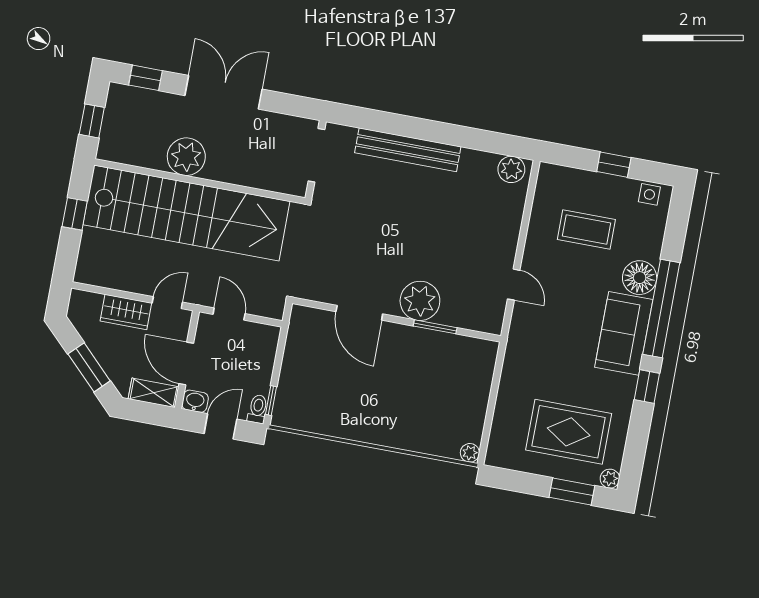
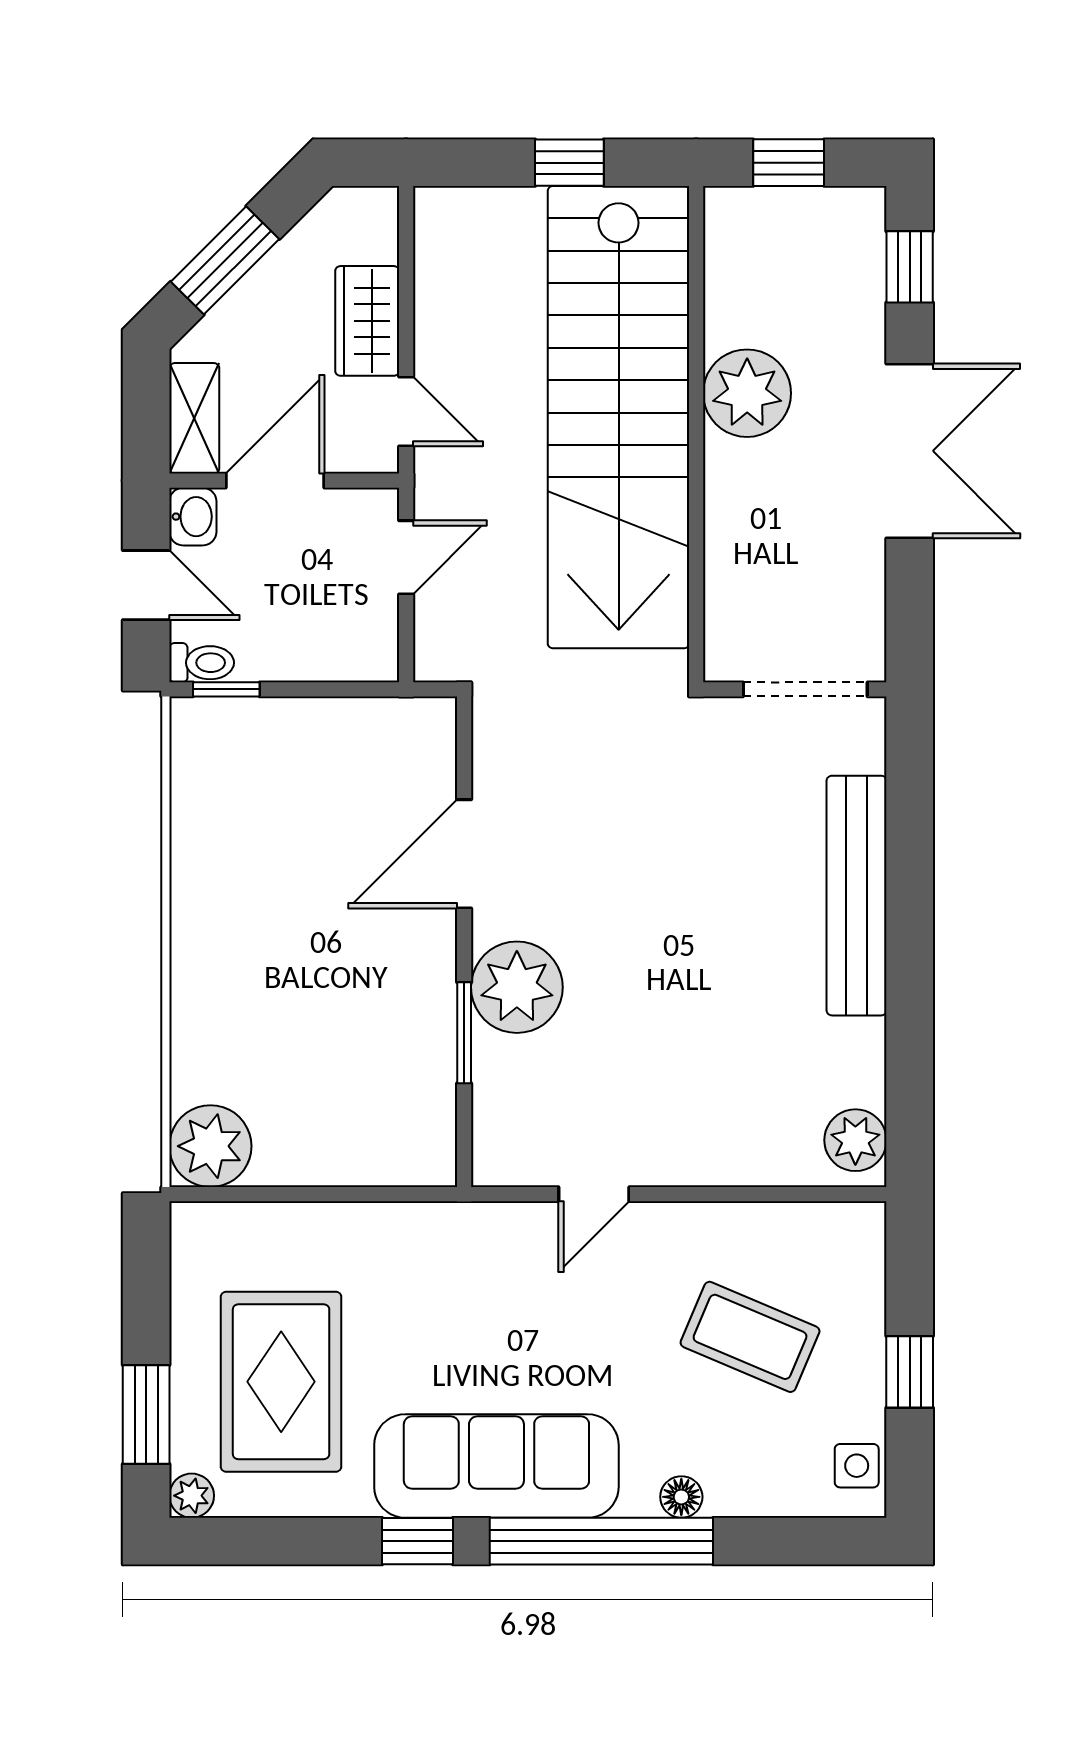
coffee table: (586, 230) -> (750, 1337), turned -67
floor lamp: (640, 278) -> (681, 1497), width x0.53, depth x0.53
sofa: (624, 333) -> (496, 1466), width x1.36
plant: (470, 453) -> (210, 1146), width x1.88, depth x1.88

